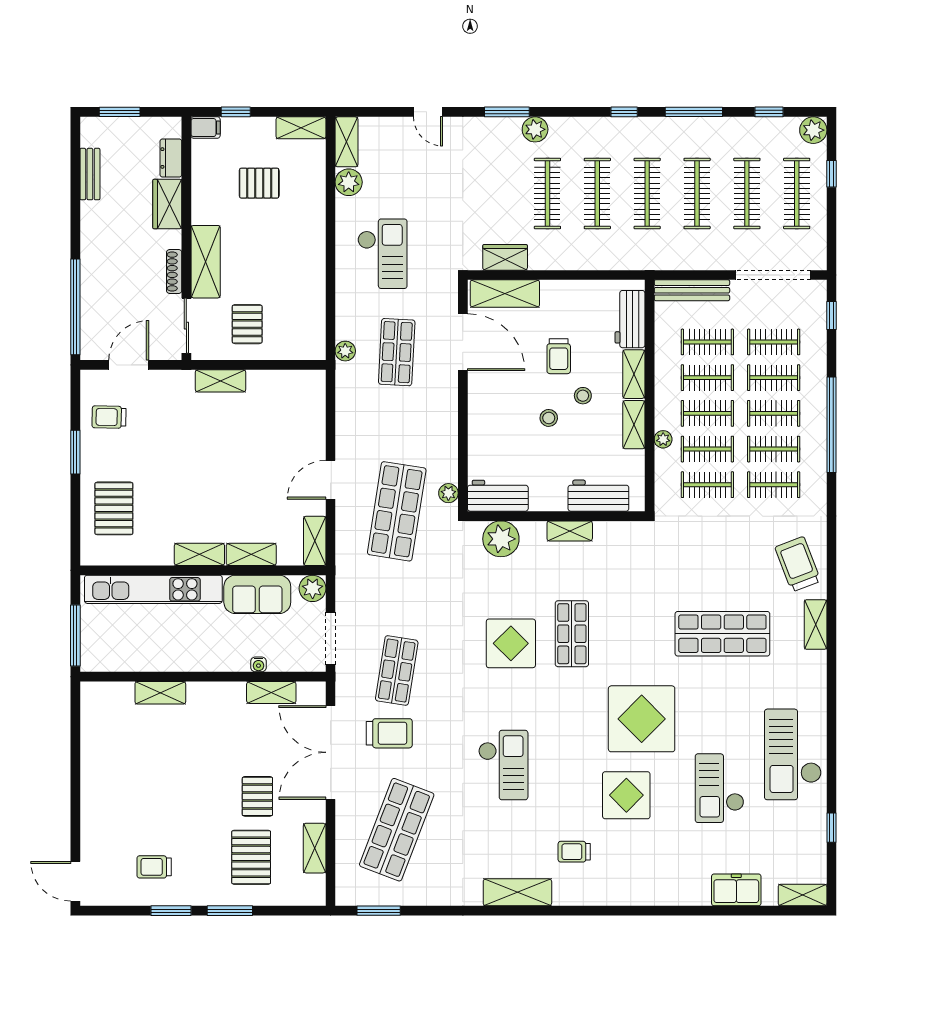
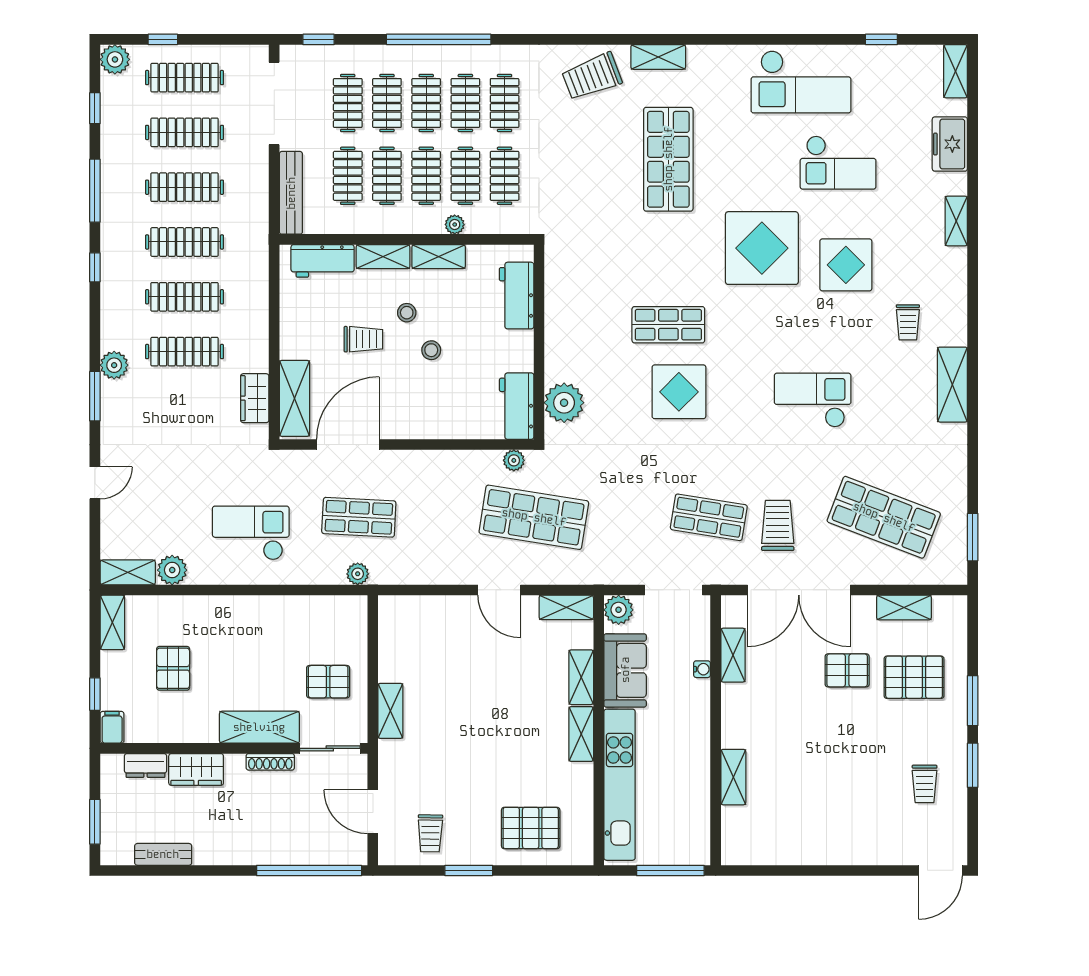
shelving: (570, 531) -> (956, 221), moved

